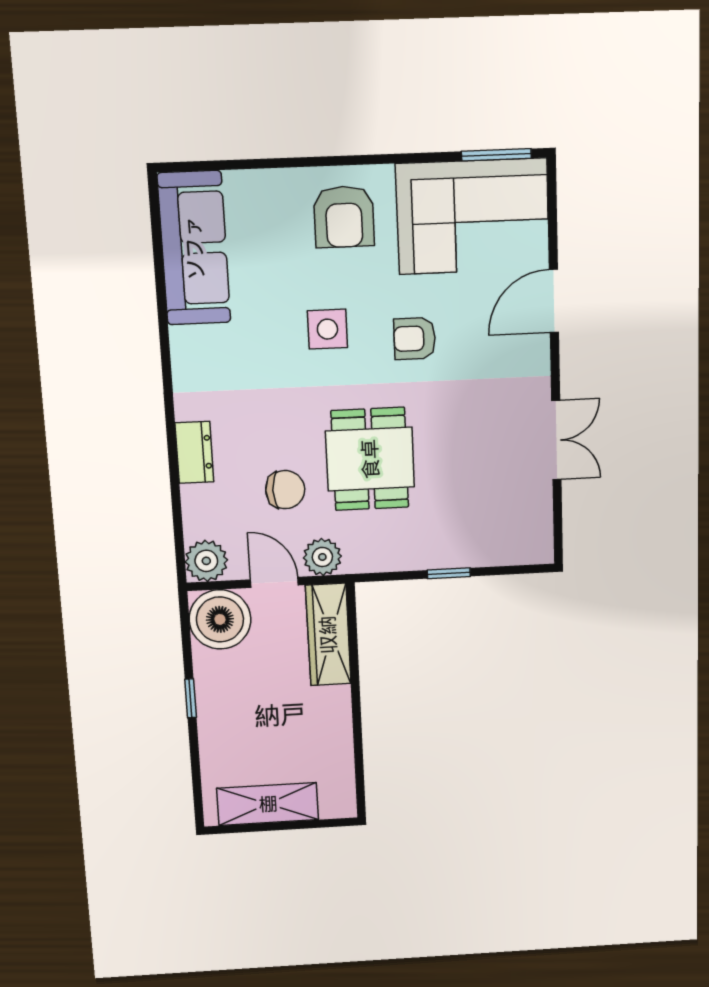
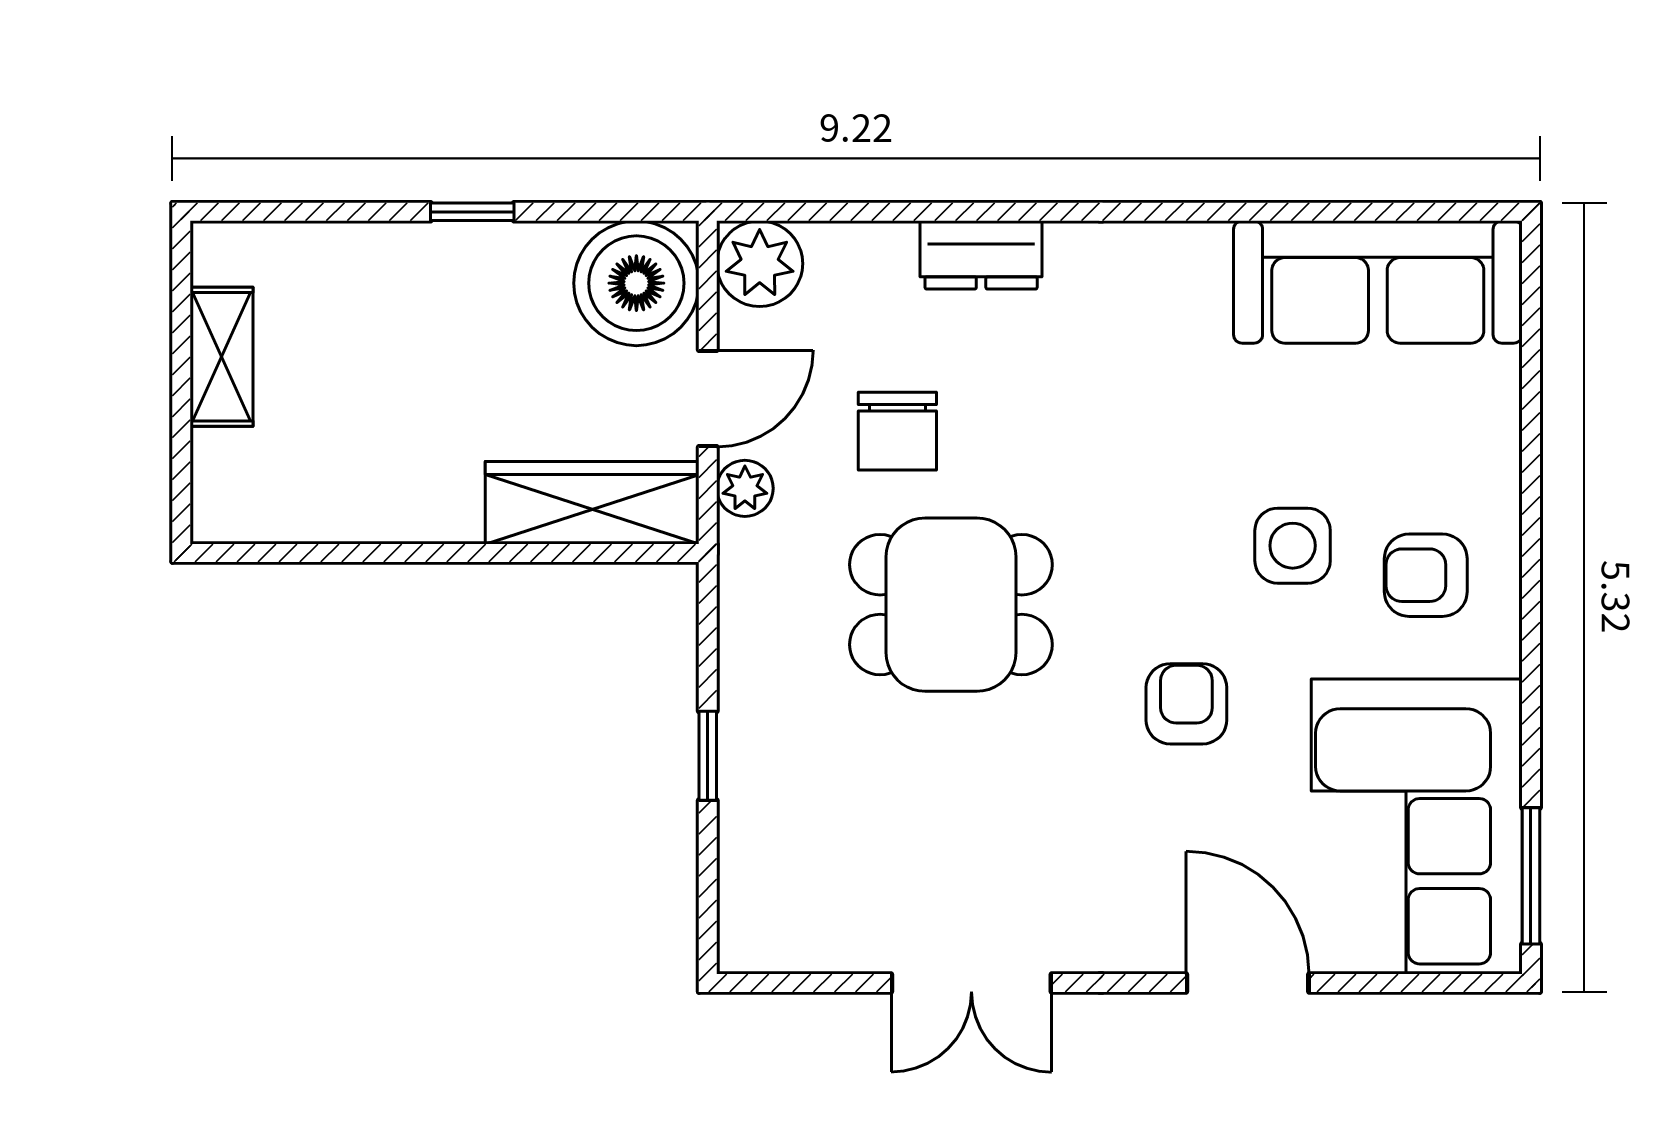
armchair: (344, 217) -> (1426, 575), width x0.72, depth x0.72
side table: (327, 329) -> (1293, 546), moved
plant: (322, 557) -> (745, 488), width x0.73, depth x0.73
shelving: (268, 804) -> (222, 357), width x0.67, depth x0.75

